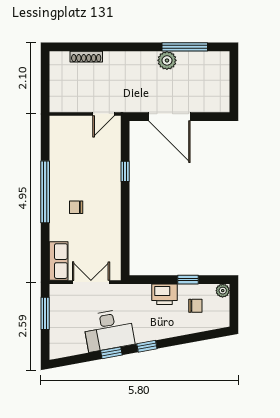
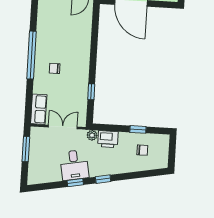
window: (125, 171) -> (91, 92), moved
plant: (223, 291) -> (92, 135), moved
printer: (165, 294) -> (108, 139), moved
desk: (109, 330) -> (74, 165), width x0.73

